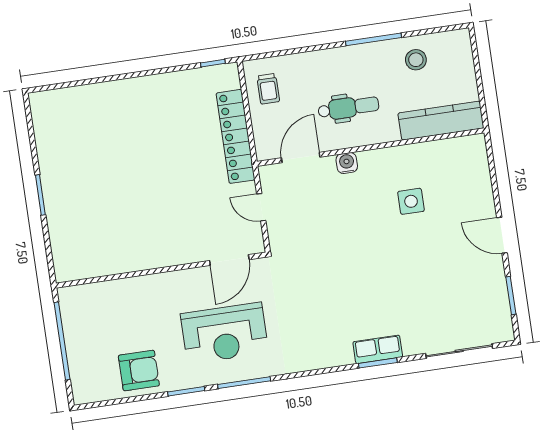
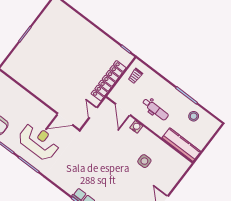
door: (301, 157) -> (123, 110), swing flipped
reception desk: (224, 333) -> (39, 142), turned 180

